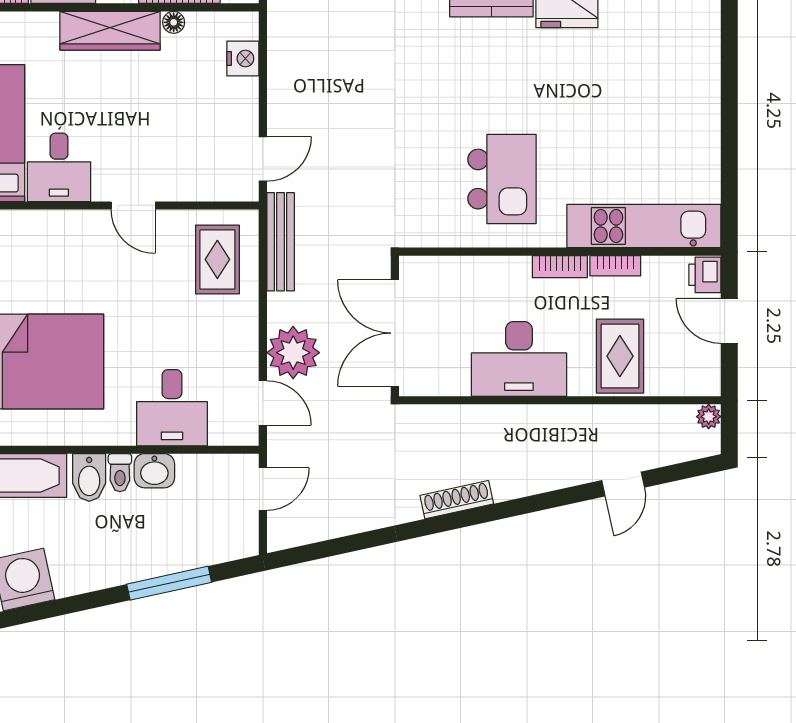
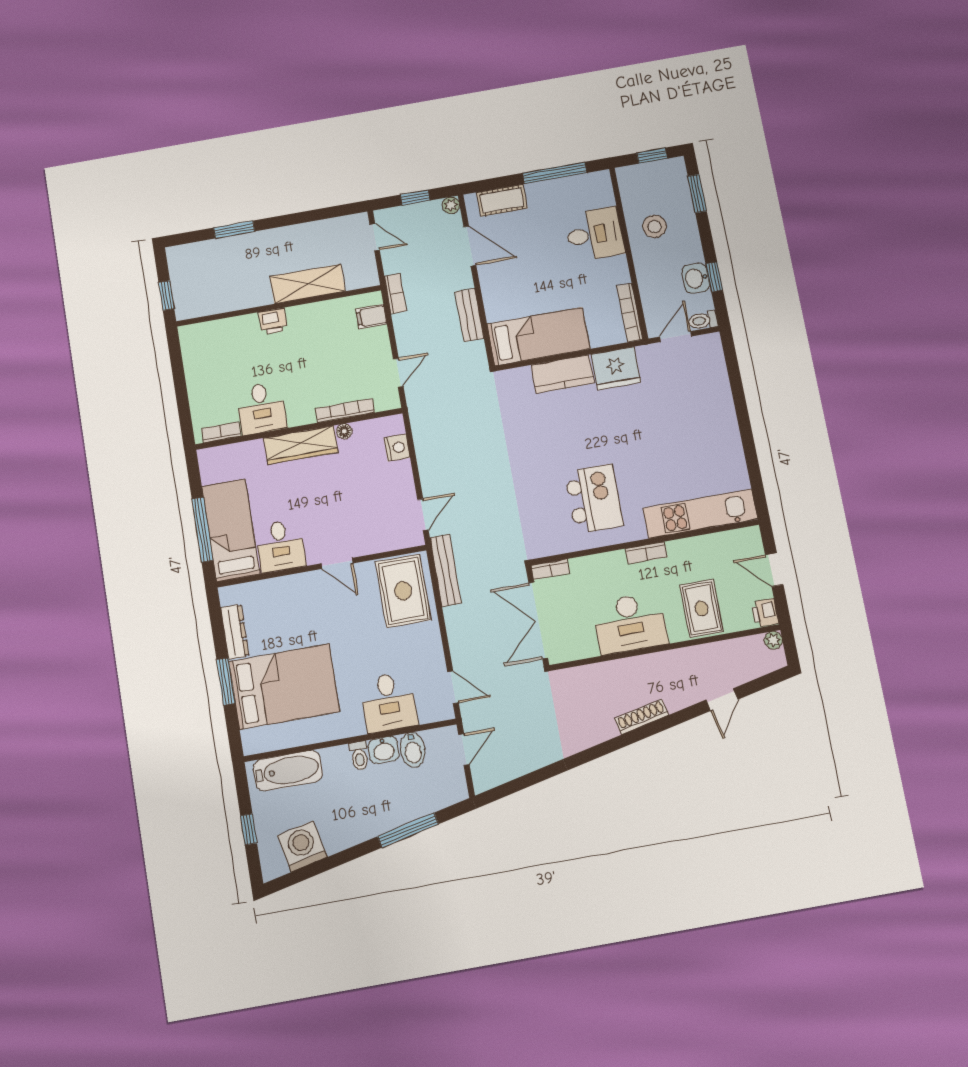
rug: (217, 259) -> (403, 591), width x1.36, depth x1.43
bookcase: (615, 266) -> (550, 569), moved
printer: (705, 275) -> (765, 613), moved
plant: (293, 353) -> (468, 647), removed
bidet: (89, 478) -> (413, 750), moved
shoe rack: (457, 500) -> (642, 717), moved

